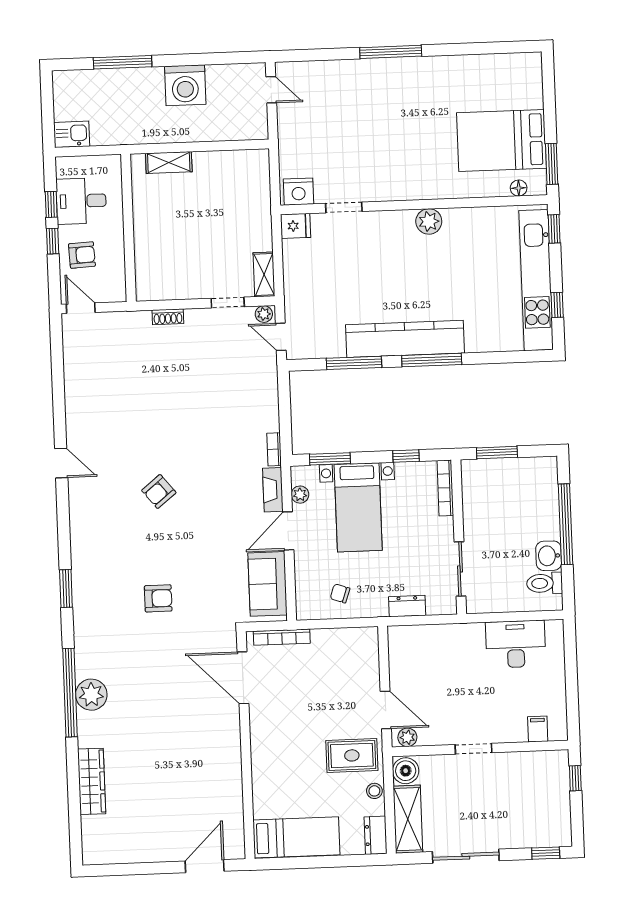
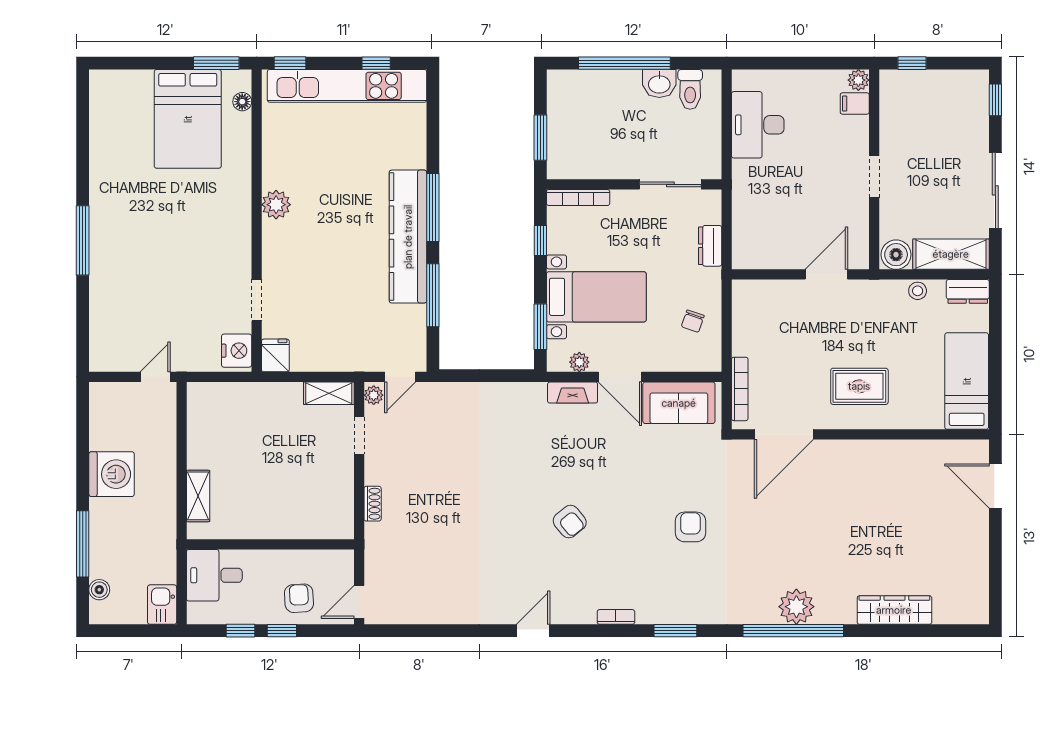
boiler: (83, 78) -> (99, 590), added
door: (271, 90) -> (155, 377), moved
desk: (81, 201) -> (214, 575), moved, turned 90
bookcase: (274, 449) -> (616, 617), moved, turned 180
plant: (407, 737) -> (858, 80), moved
rug: (352, 755) -> (859, 386), moved, turned 90

